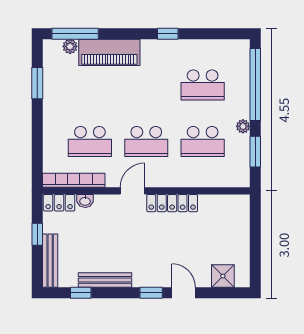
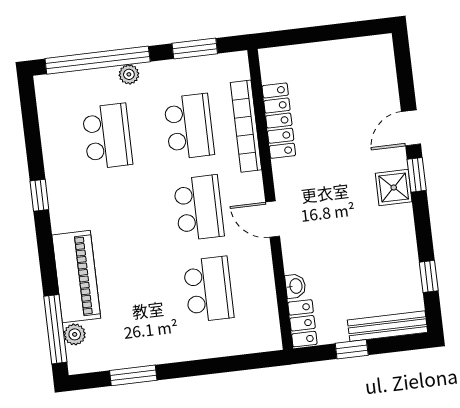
plant: (243, 126) -> (129, 74), moved
bookcase: (74, 180) -> (246, 126), moved
locker: (172, 203) -> (279, 121), moved
shower: (223, 276) -> (394, 187), moved
bench: (105, 280) -> (406, 244), removed

